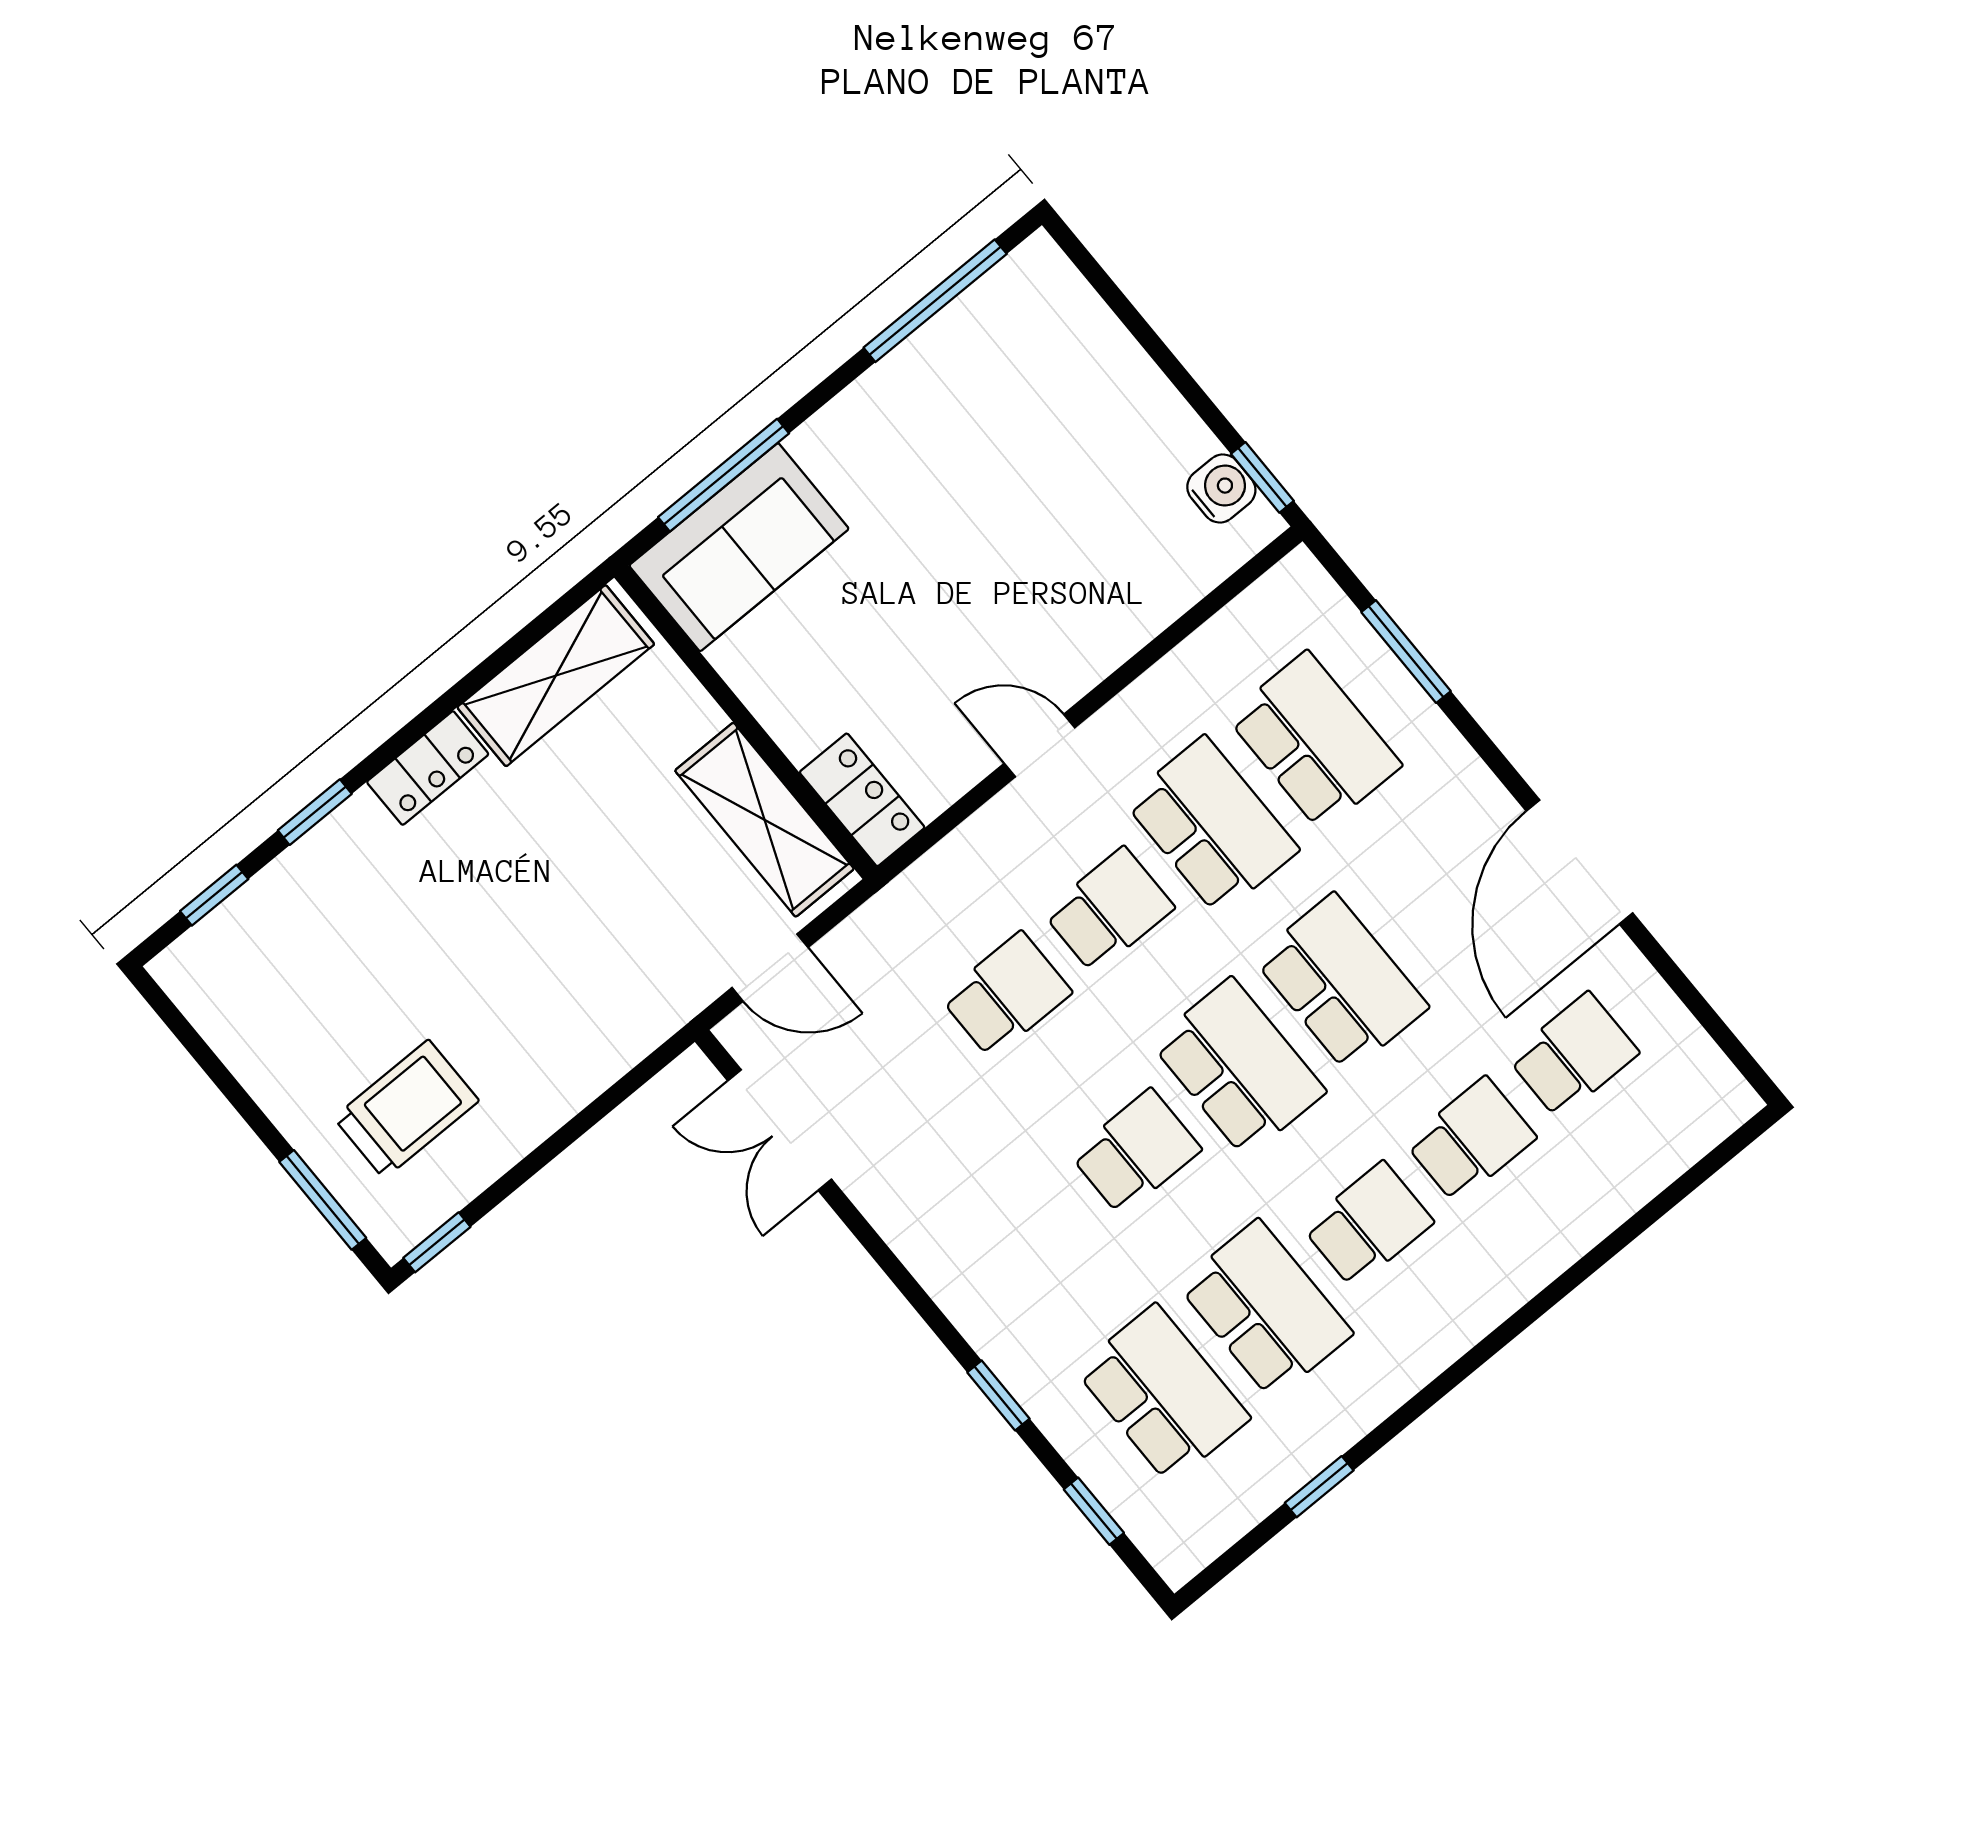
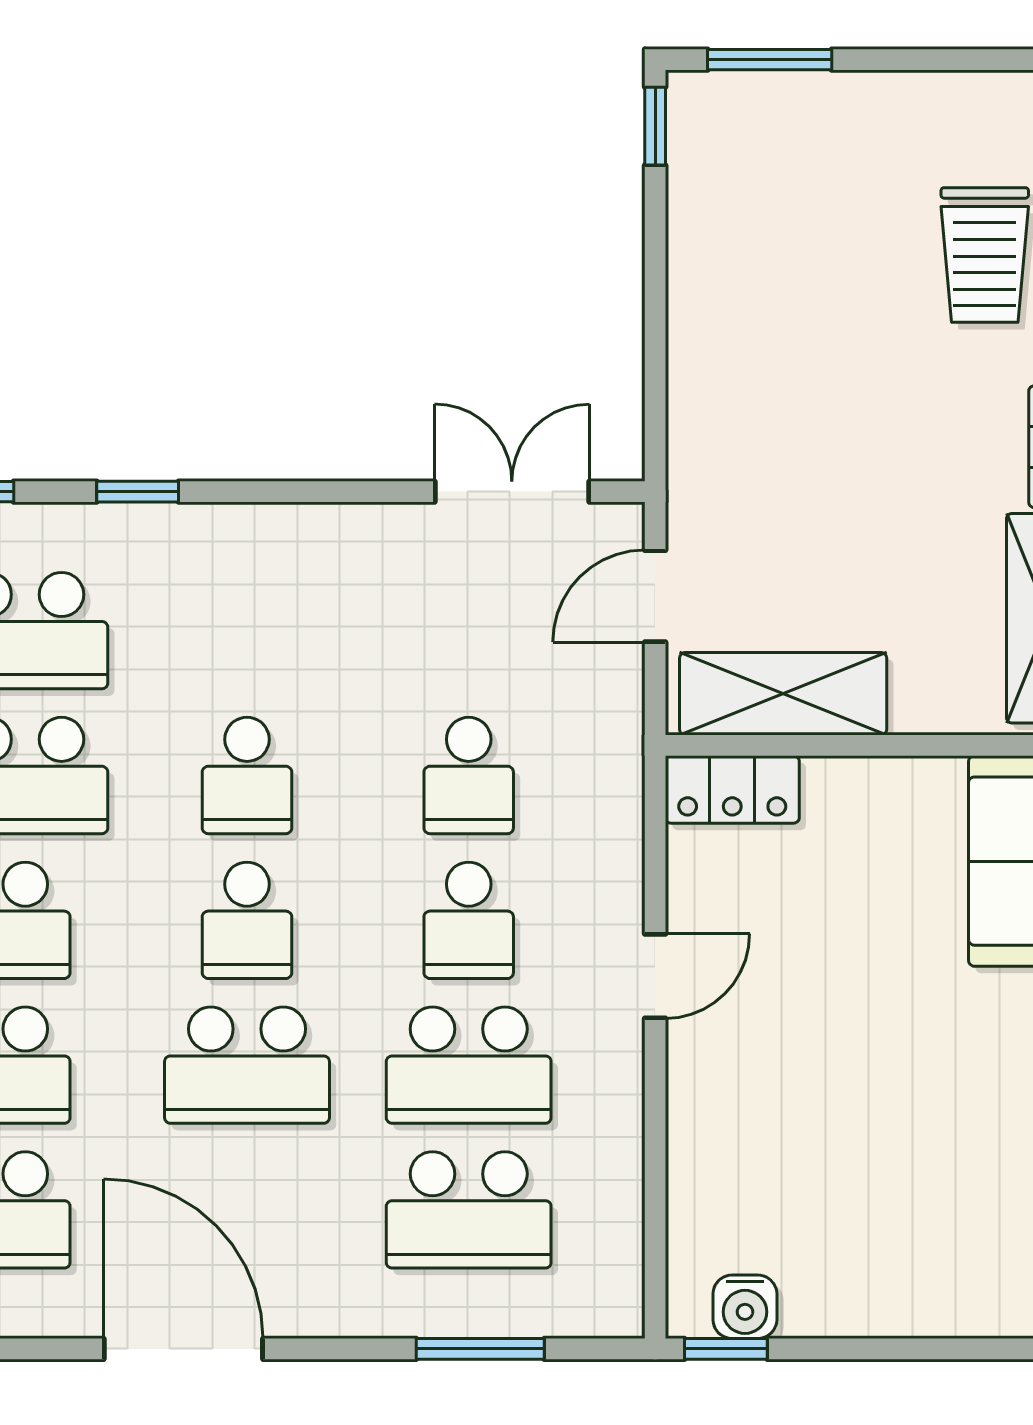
school desk: (1238, 1067) -> (247, 920), width x0.54
trolley: (406, 1109) -> (985, 255), moved

